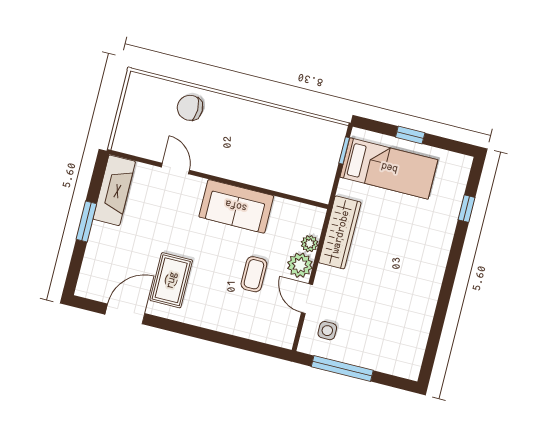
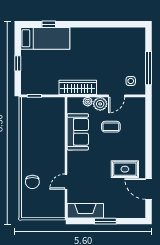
bed: (389, 168) -> (45, 38), moved, turned 90
sofa: (236, 206) -> (78, 132), moved

